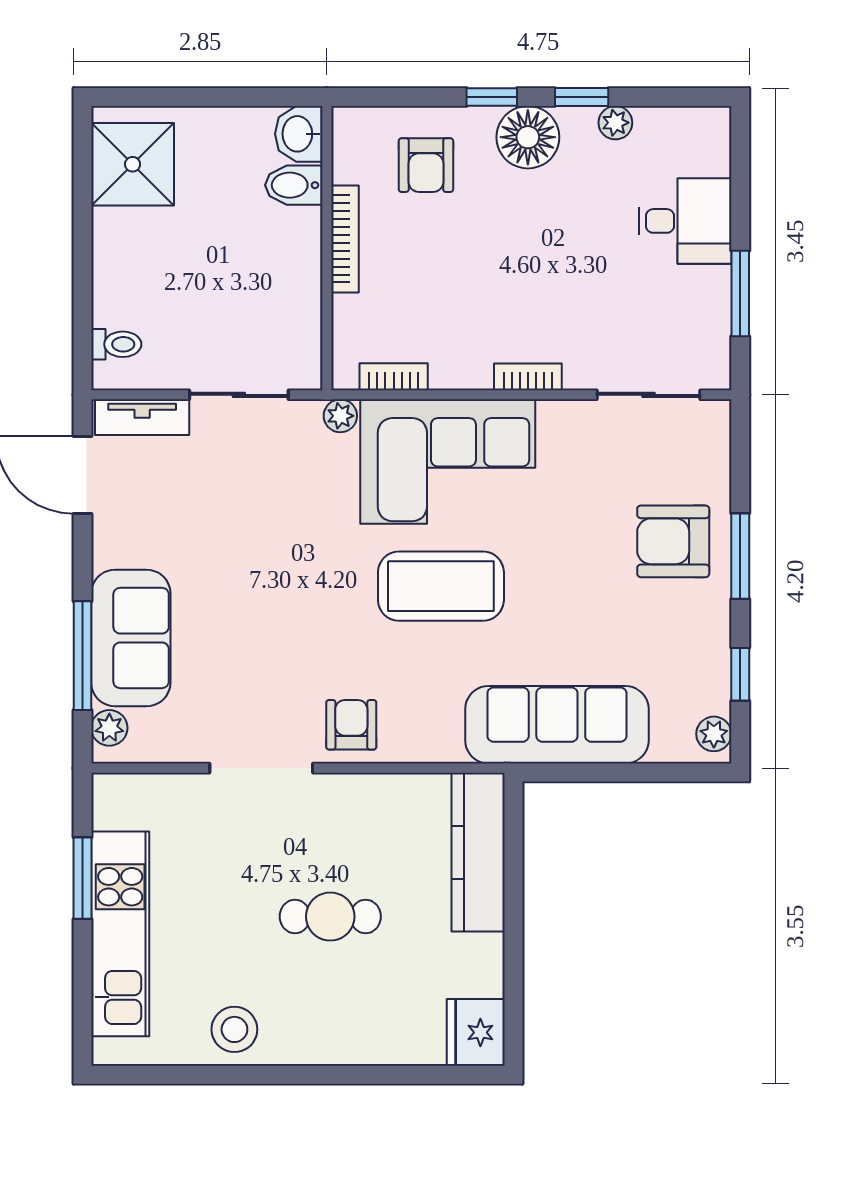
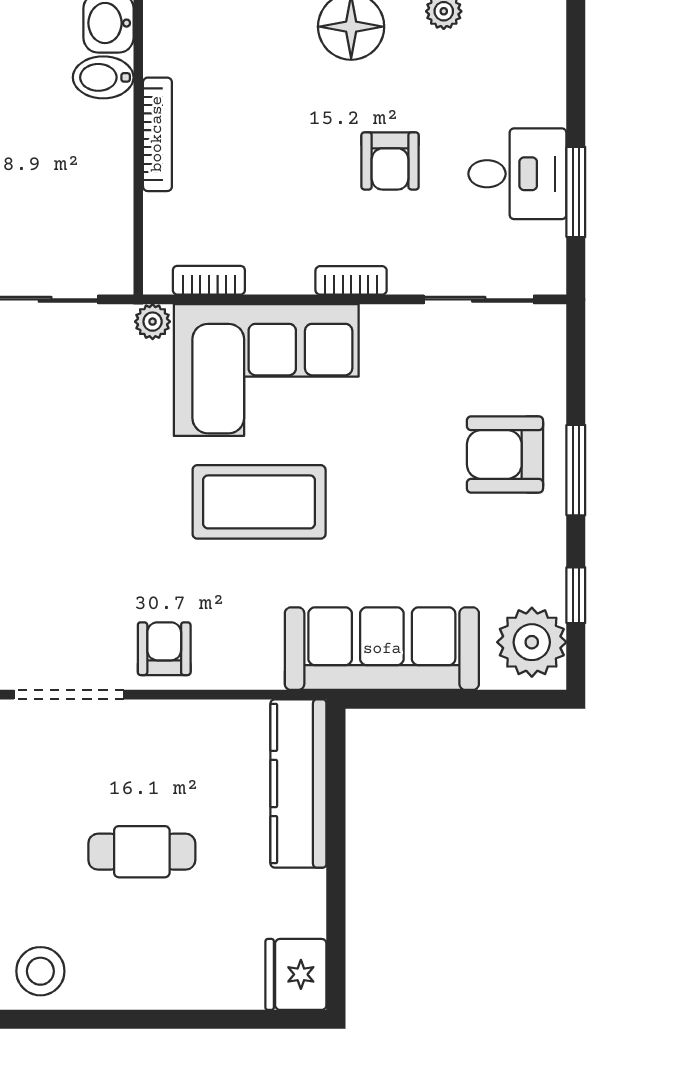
armchair: (426, 165) -> (390, 161), moved
desk: (685, 221) -> (517, 174), moved
plant: (714, 734) -> (532, 642), width x1.88, depth x1.88

